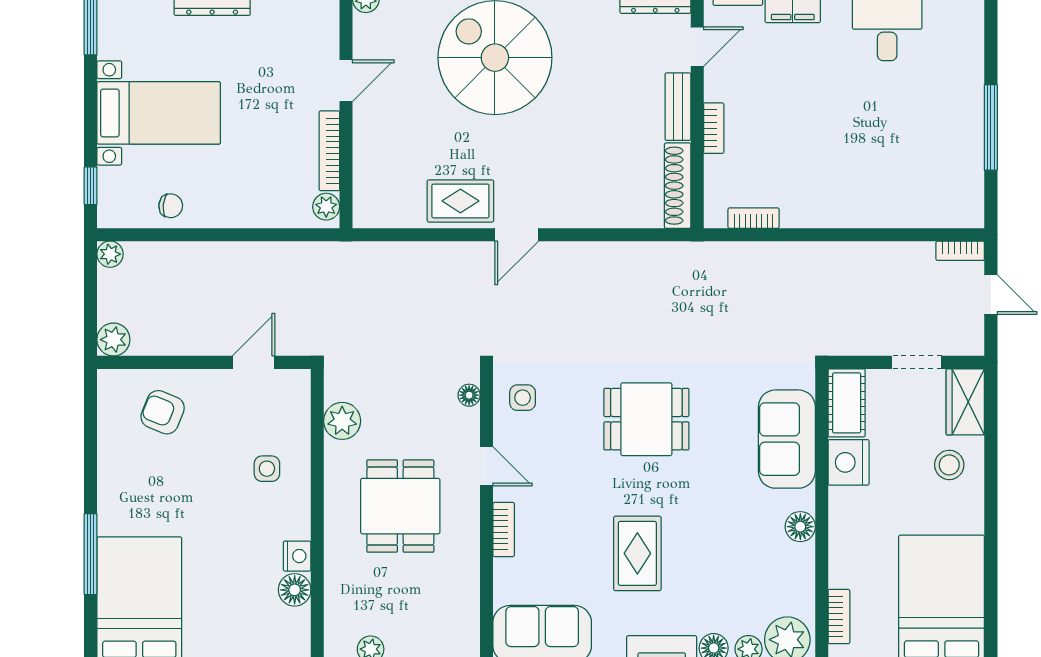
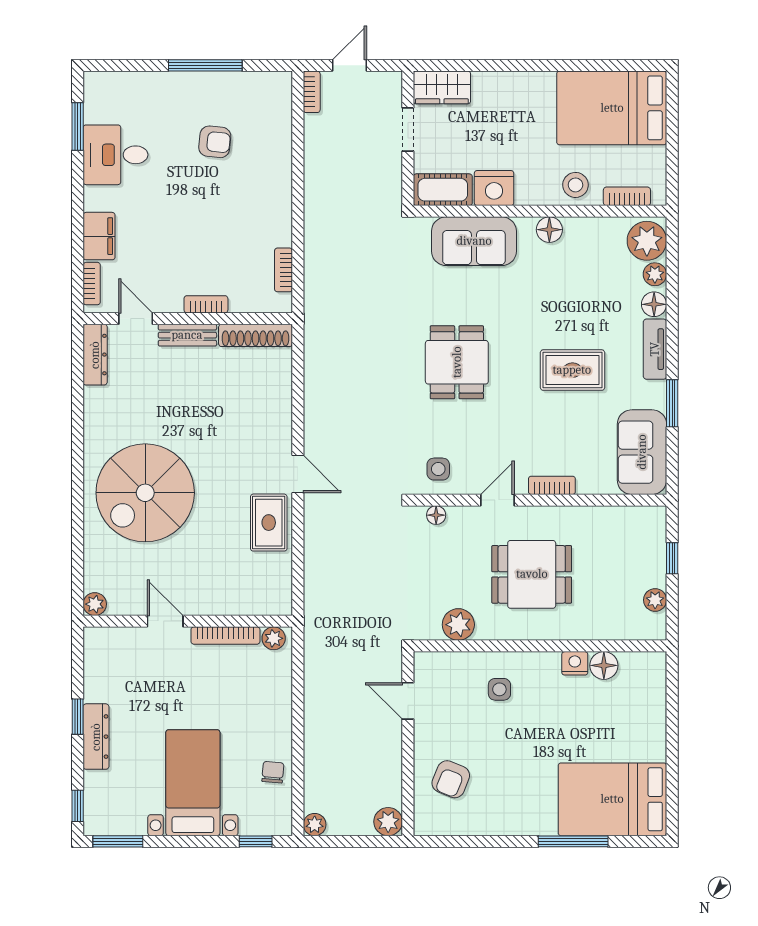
armchair: (902, 138) -> (215, 142), added
stool: (949, 465) -> (575, 185), moved

